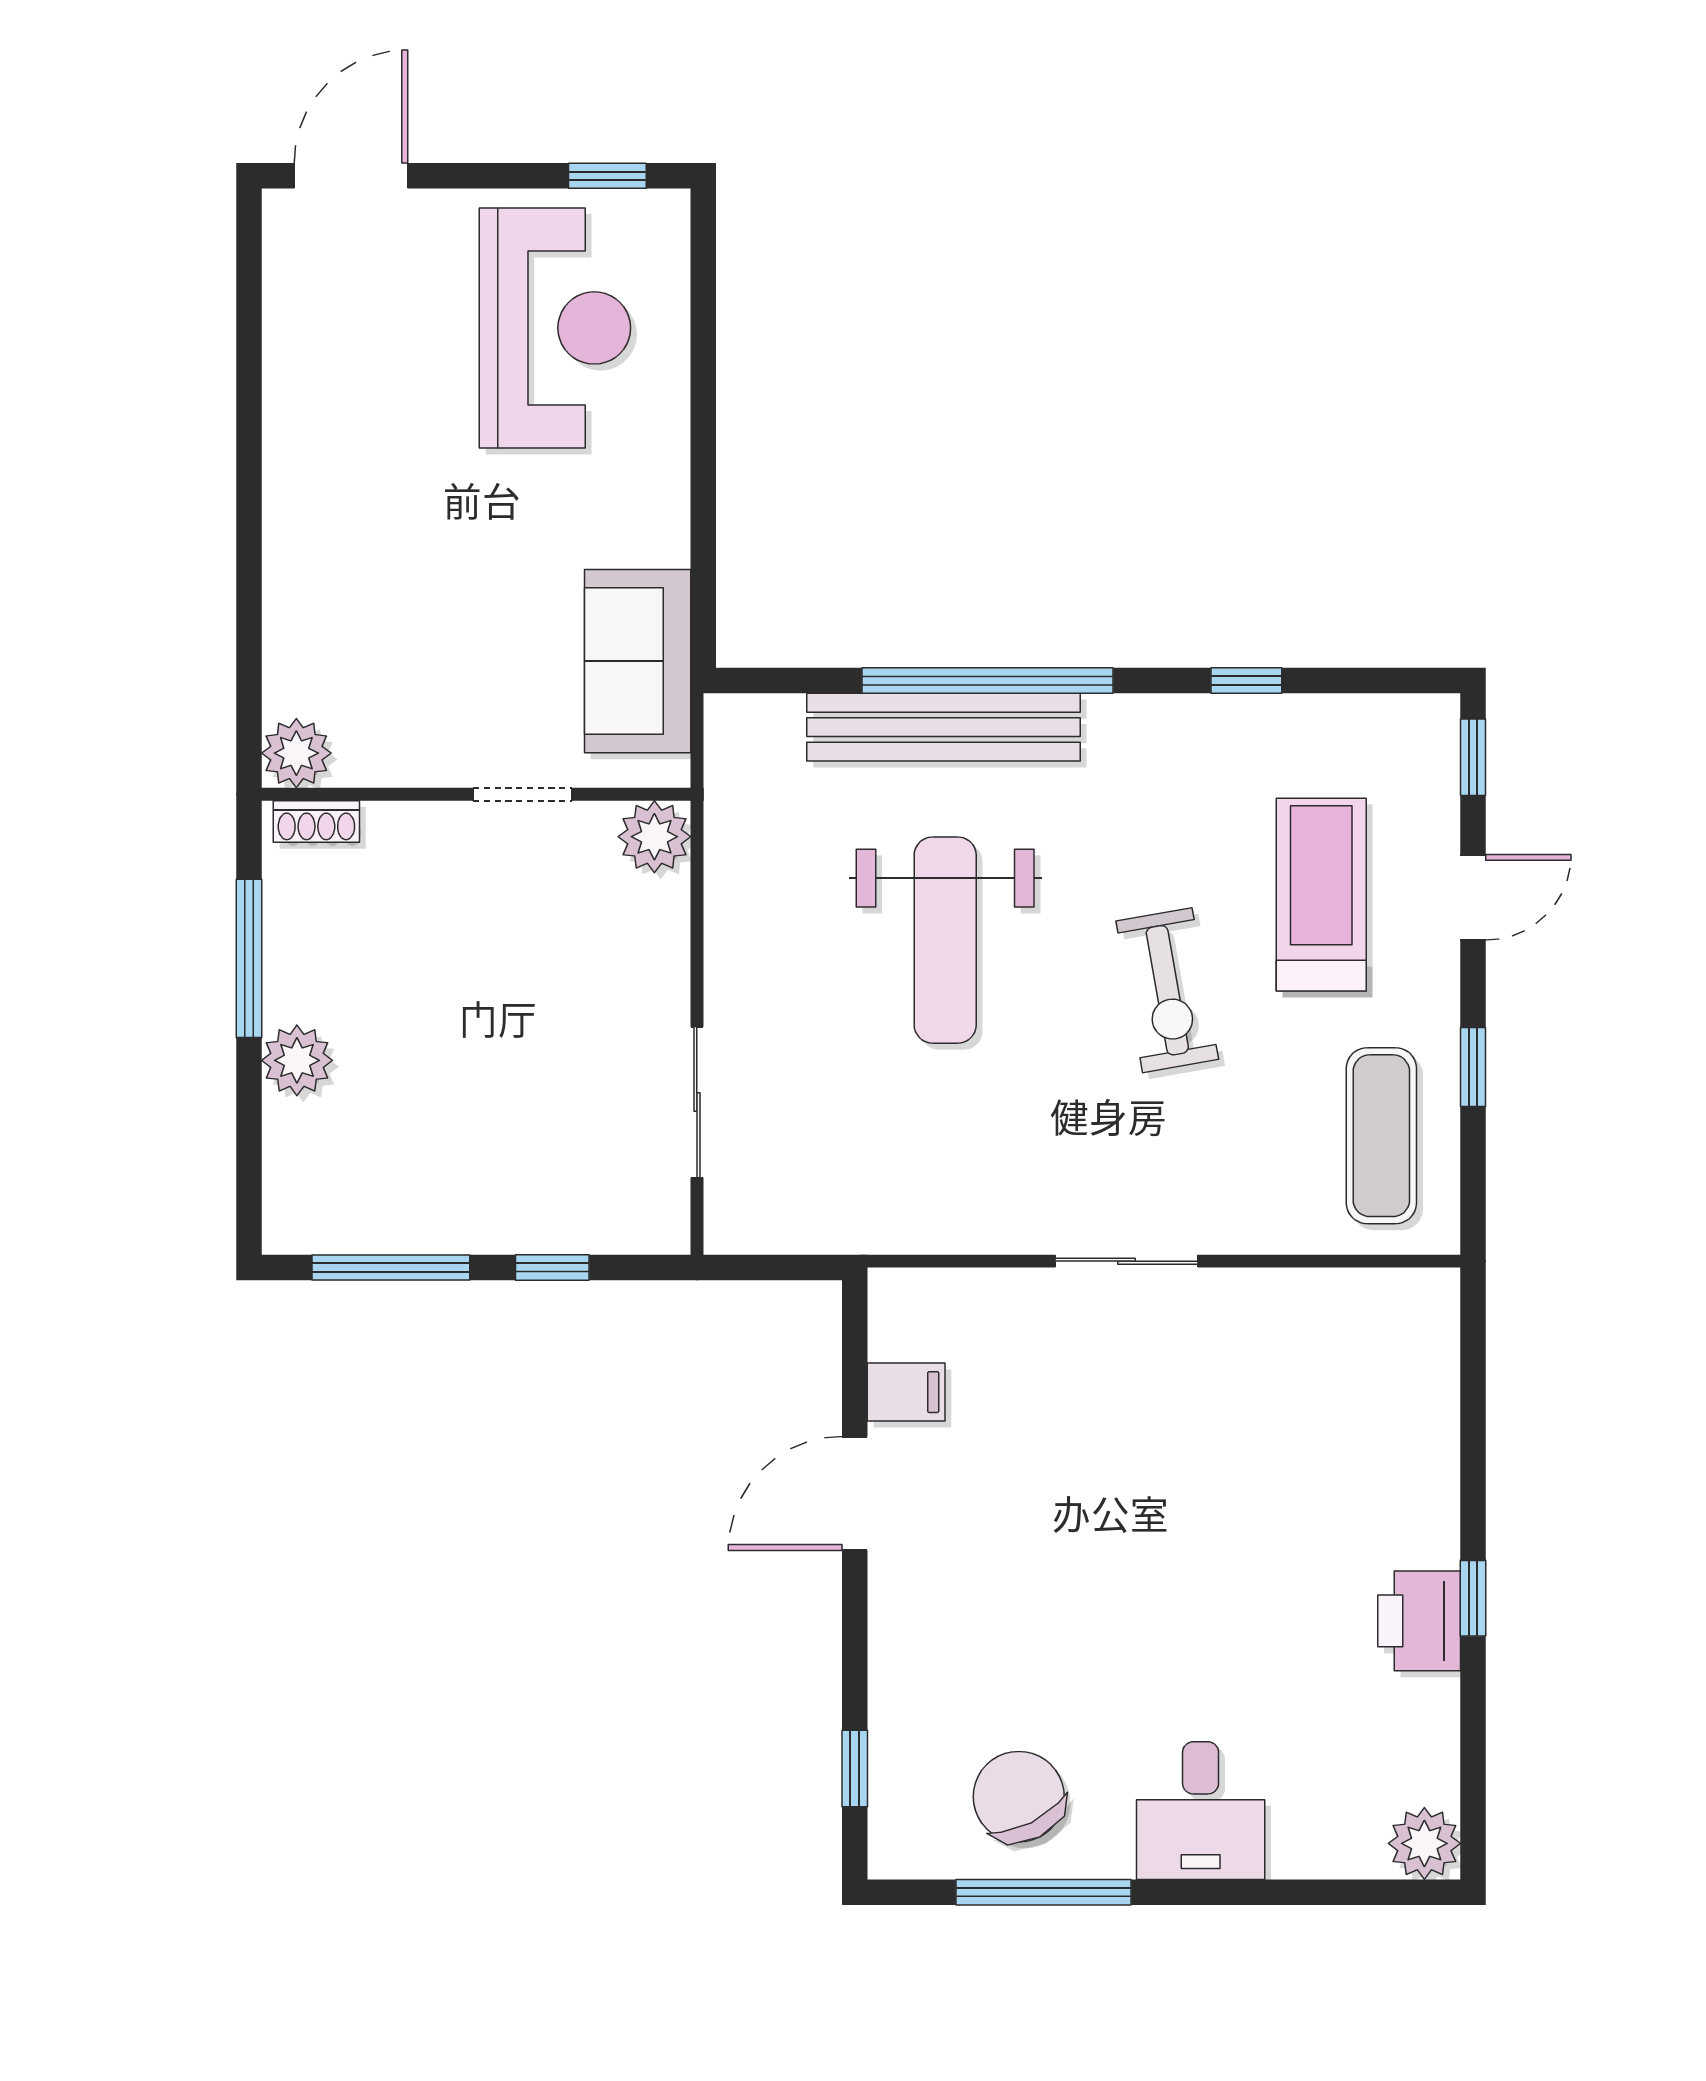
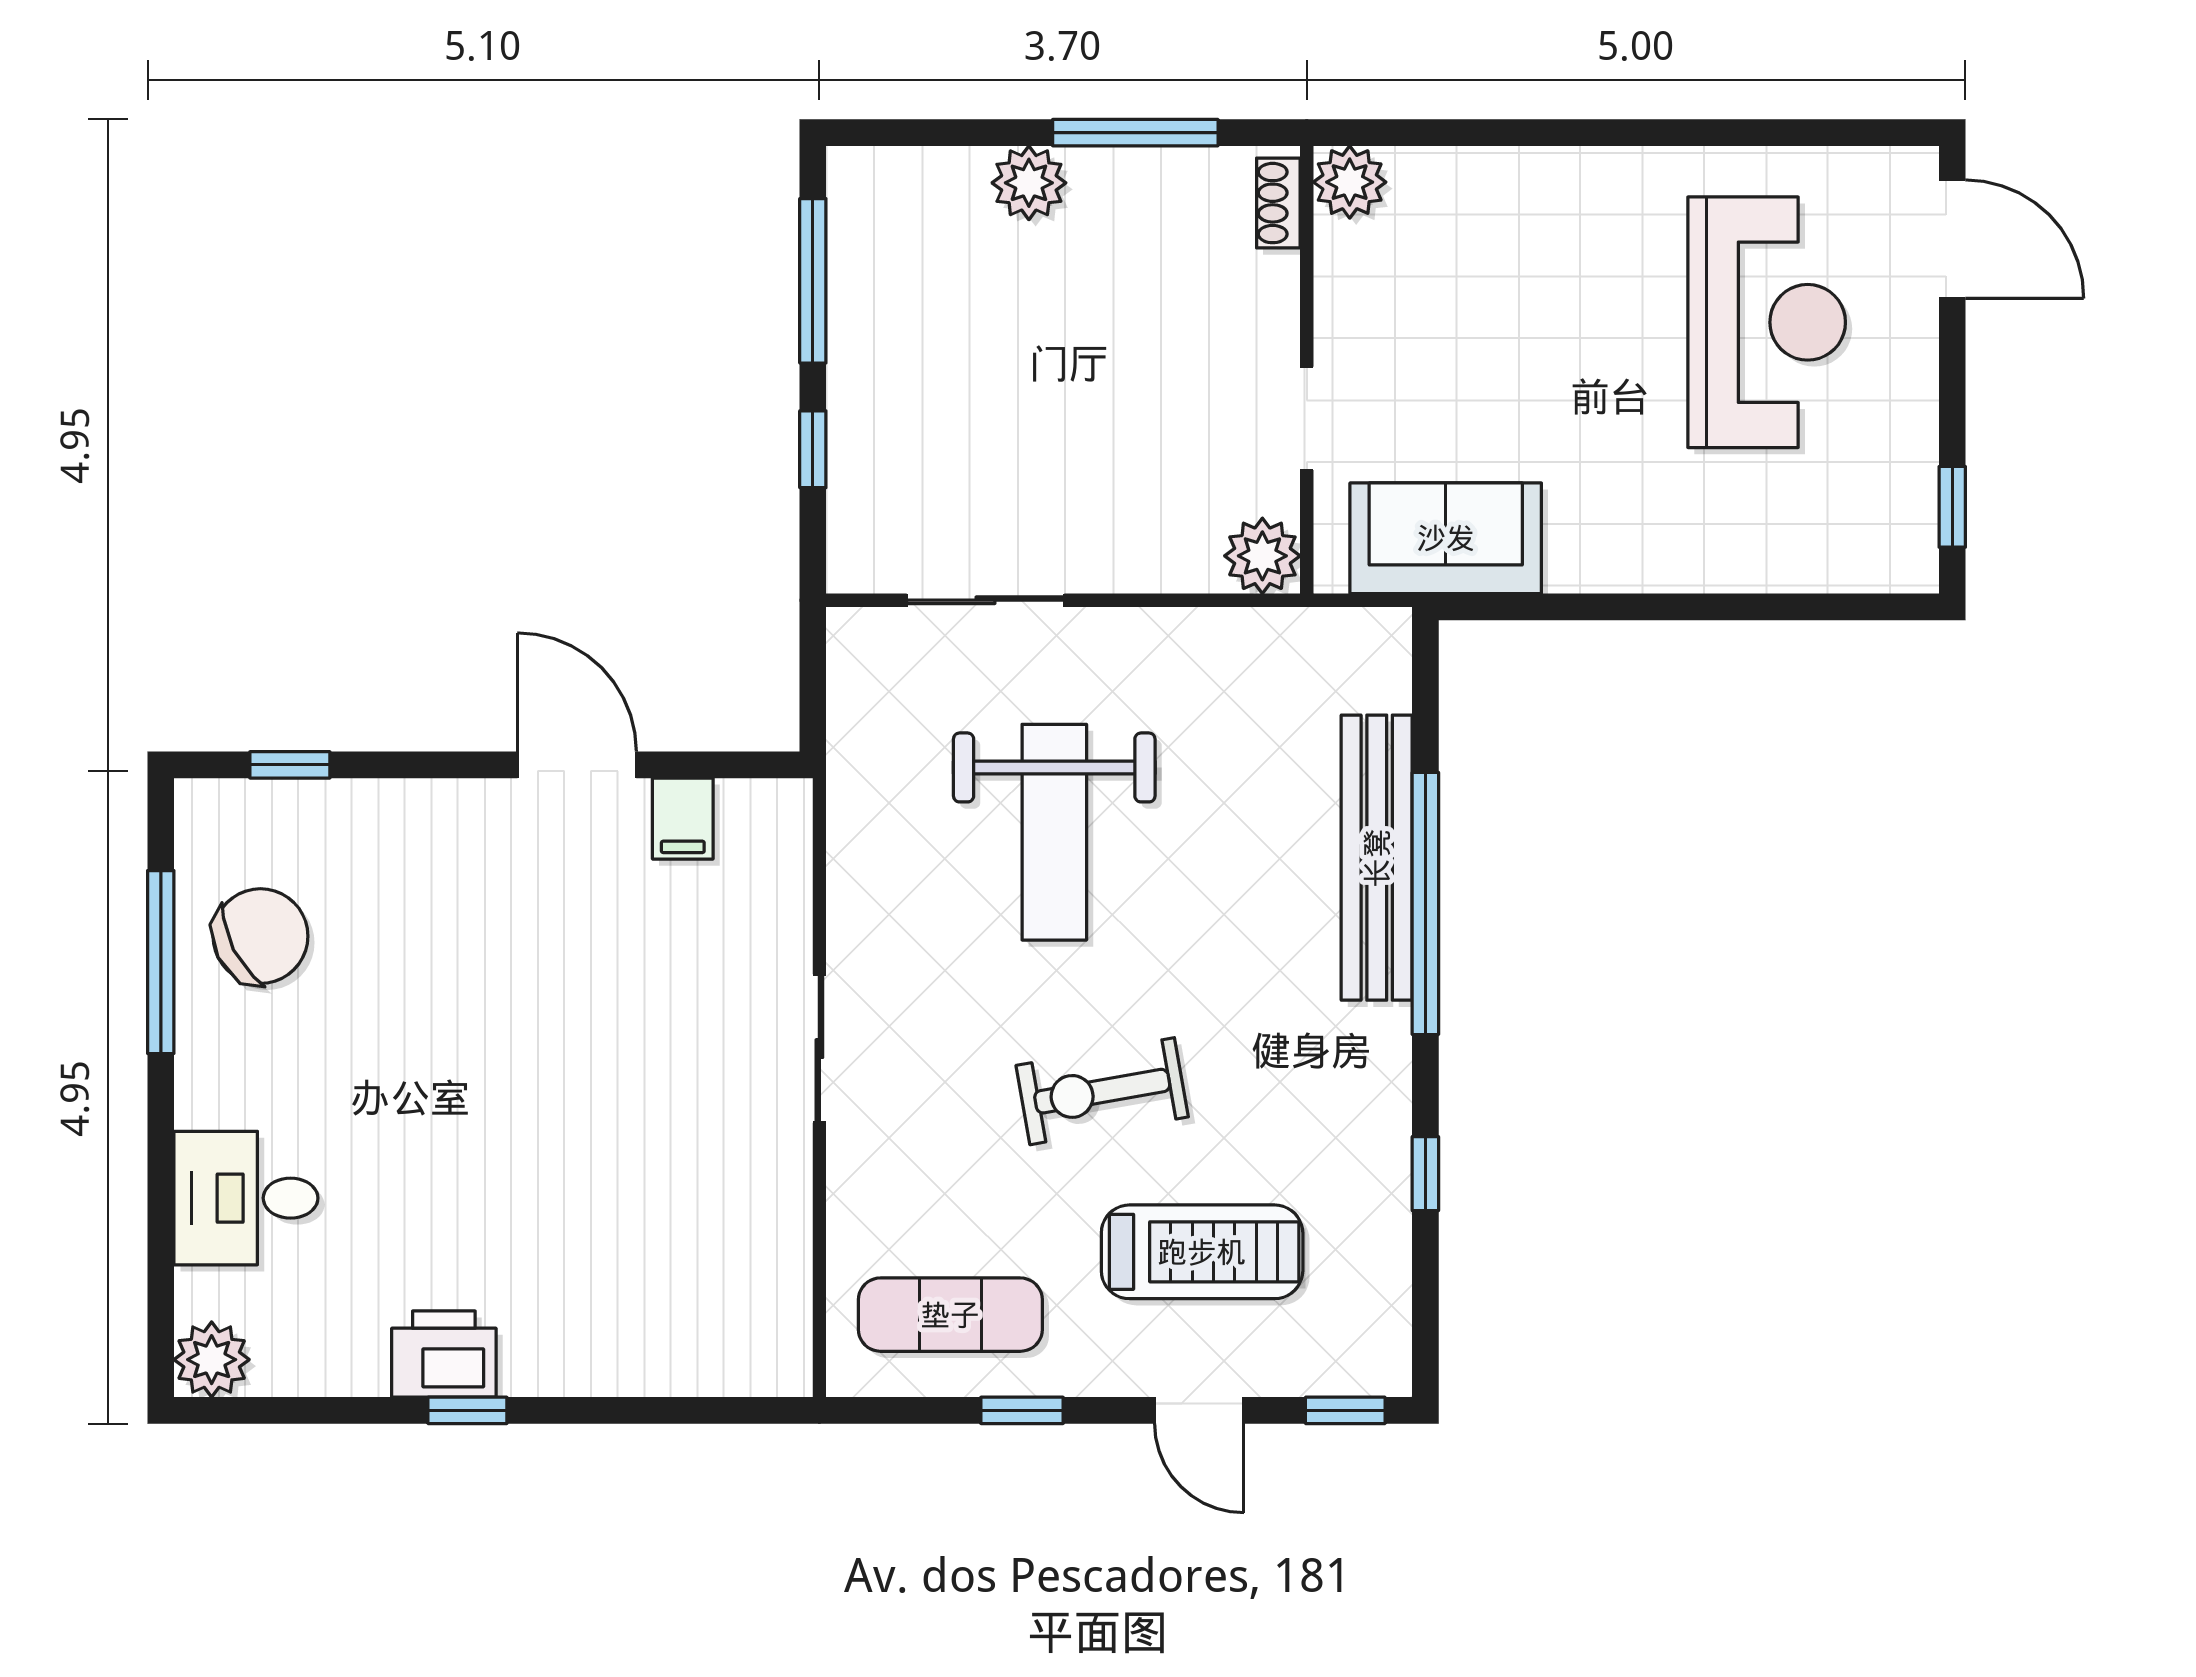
reception desk: (555, 328) -> (1767, 322), moved, turned -90
weight bench: (945, 940) -> (1054, 832), moved, turned -90
desk: (1201, 1811) -> (246, 1198), moved

